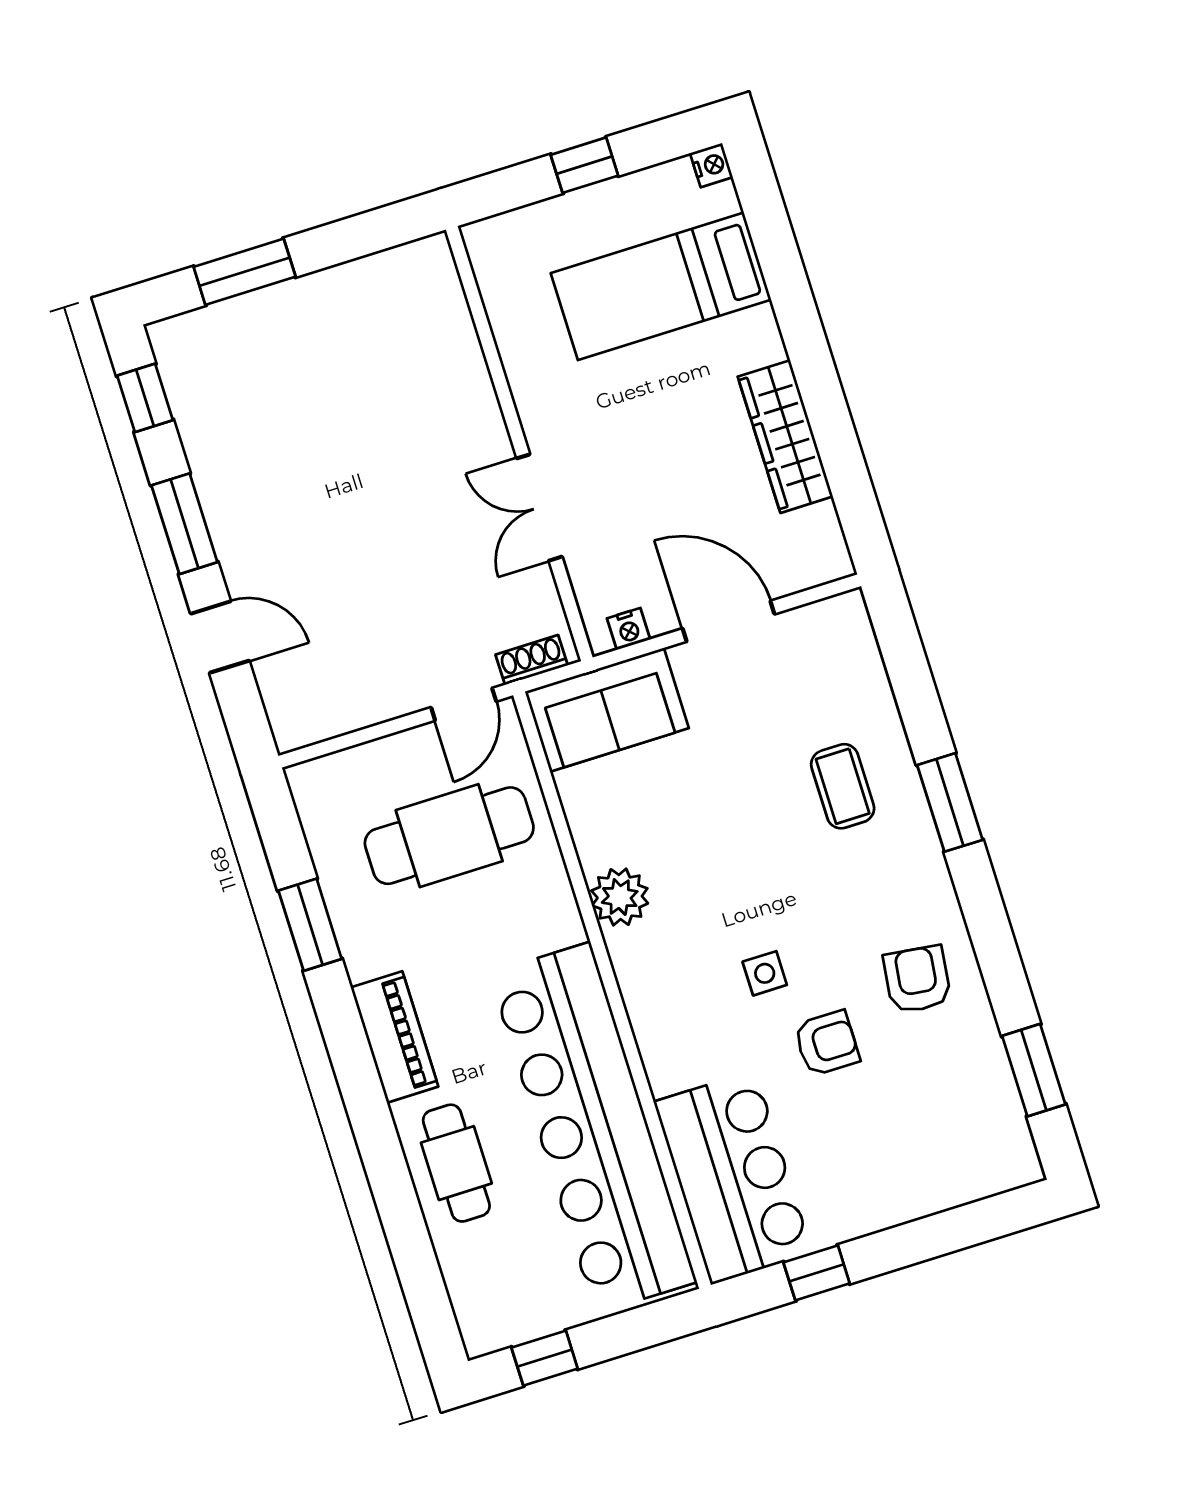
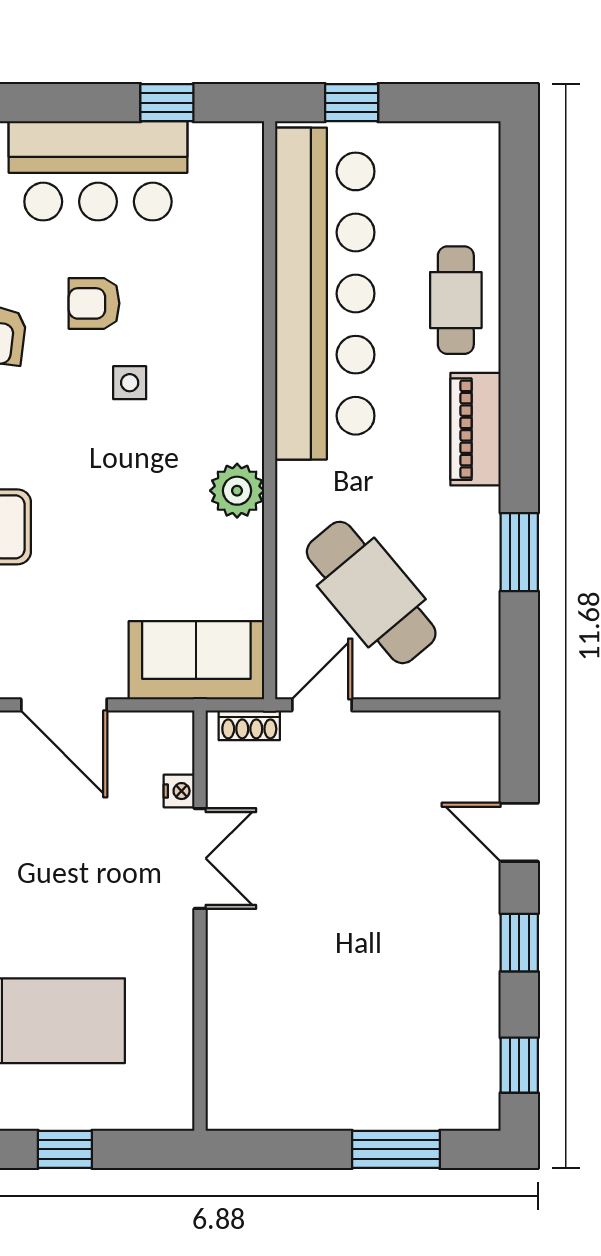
window: (184, 524) -> (519, 943), width x0.67
nightstand: (629, 629) -> (179, 791), moved, turned 90
cafe table: (449, 836) -> (371, 592), turned 50
bar counter: (733, 1177) -> (98, 171), moved, turned -90
window: (545, 1358) -> (352, 103), moved

